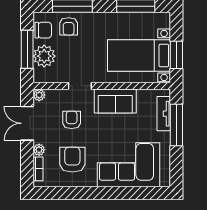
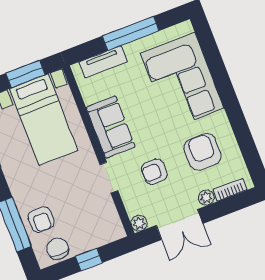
armchair: (69, 26) -> (41, 220), turned 90
window: (27, 49) -> (89, 260), width x0.46
plant: (44, 56) -> (89, 235), removed
window: (176, 125) -> (131, 33), moved
armchair: (72, 160) -> (203, 152), turned 90

